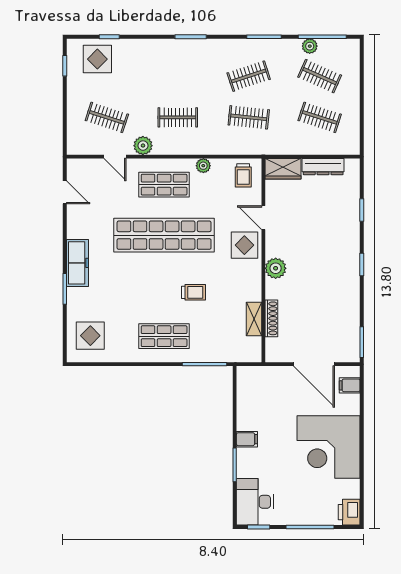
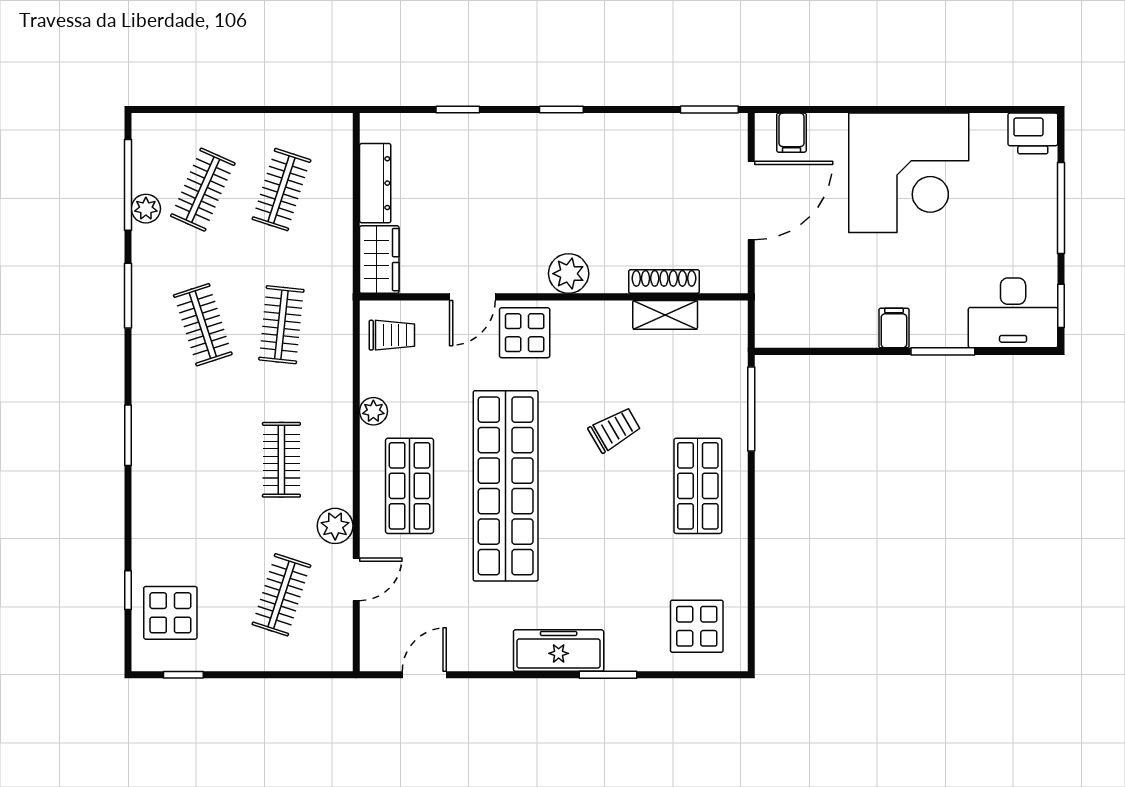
trolley: (194, 292) -> (614, 430), turned 60

